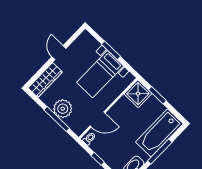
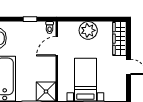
window: (57, 119) -> (85, 19), removed

